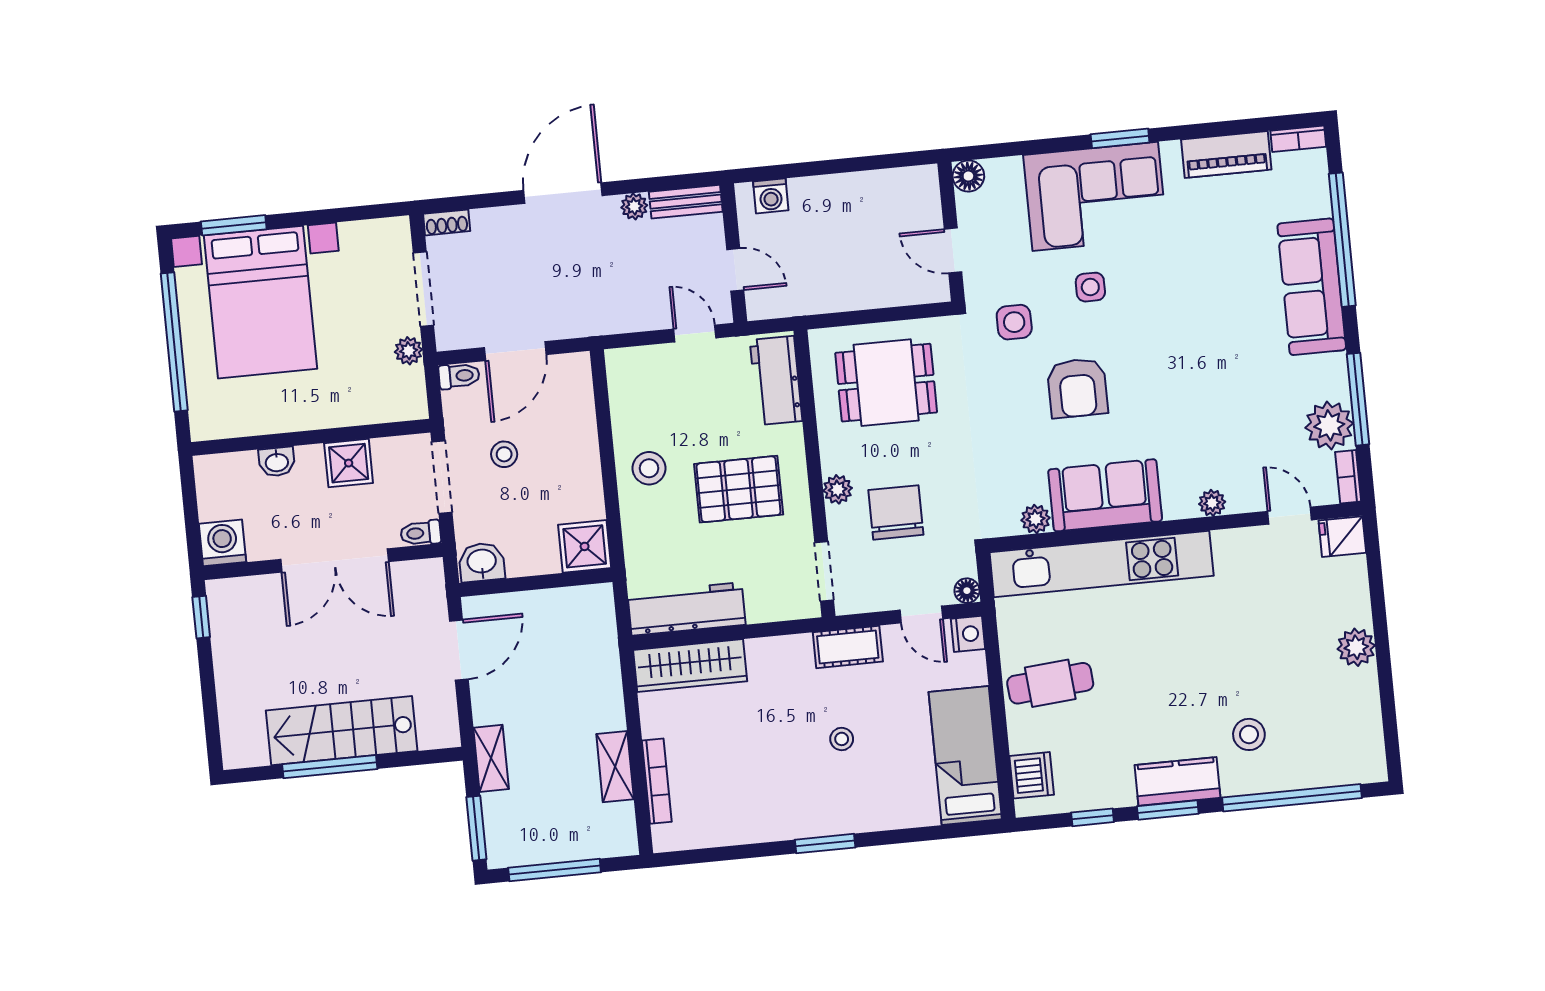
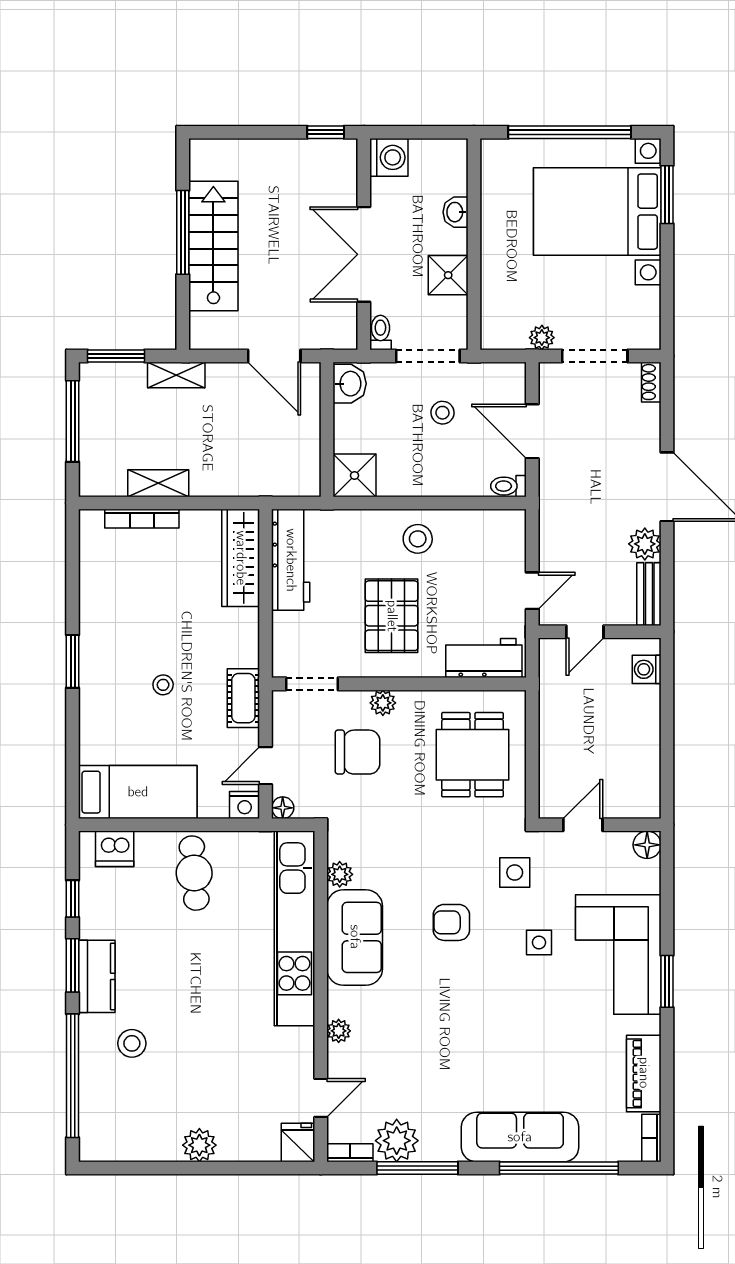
plant: (634, 206) -> (645, 544), width x1.38, depth x1.38
toilet: (459, 376) -> (508, 486), moved, turned 90
armchair: (1077, 388) -> (451, 922), width x0.72, depth x0.72

